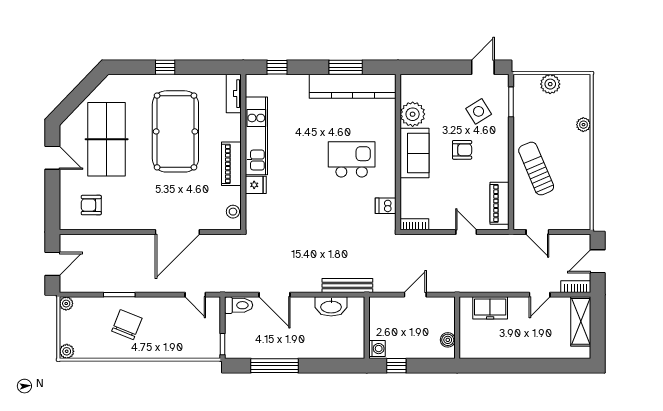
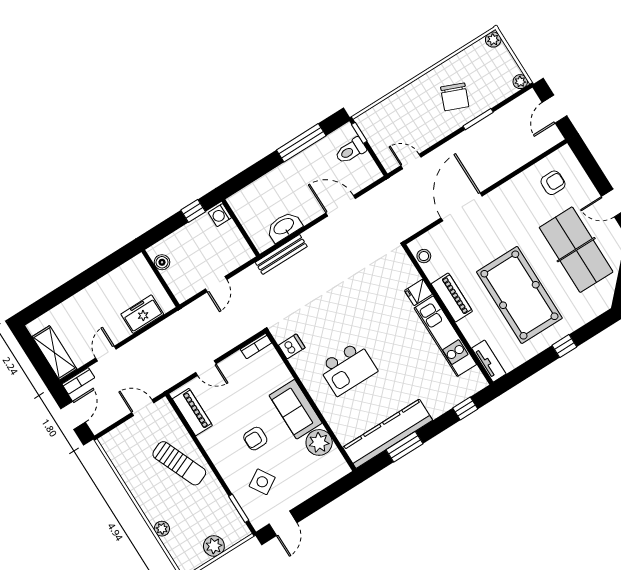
toilet: (239, 305) -> (351, 151), moved

